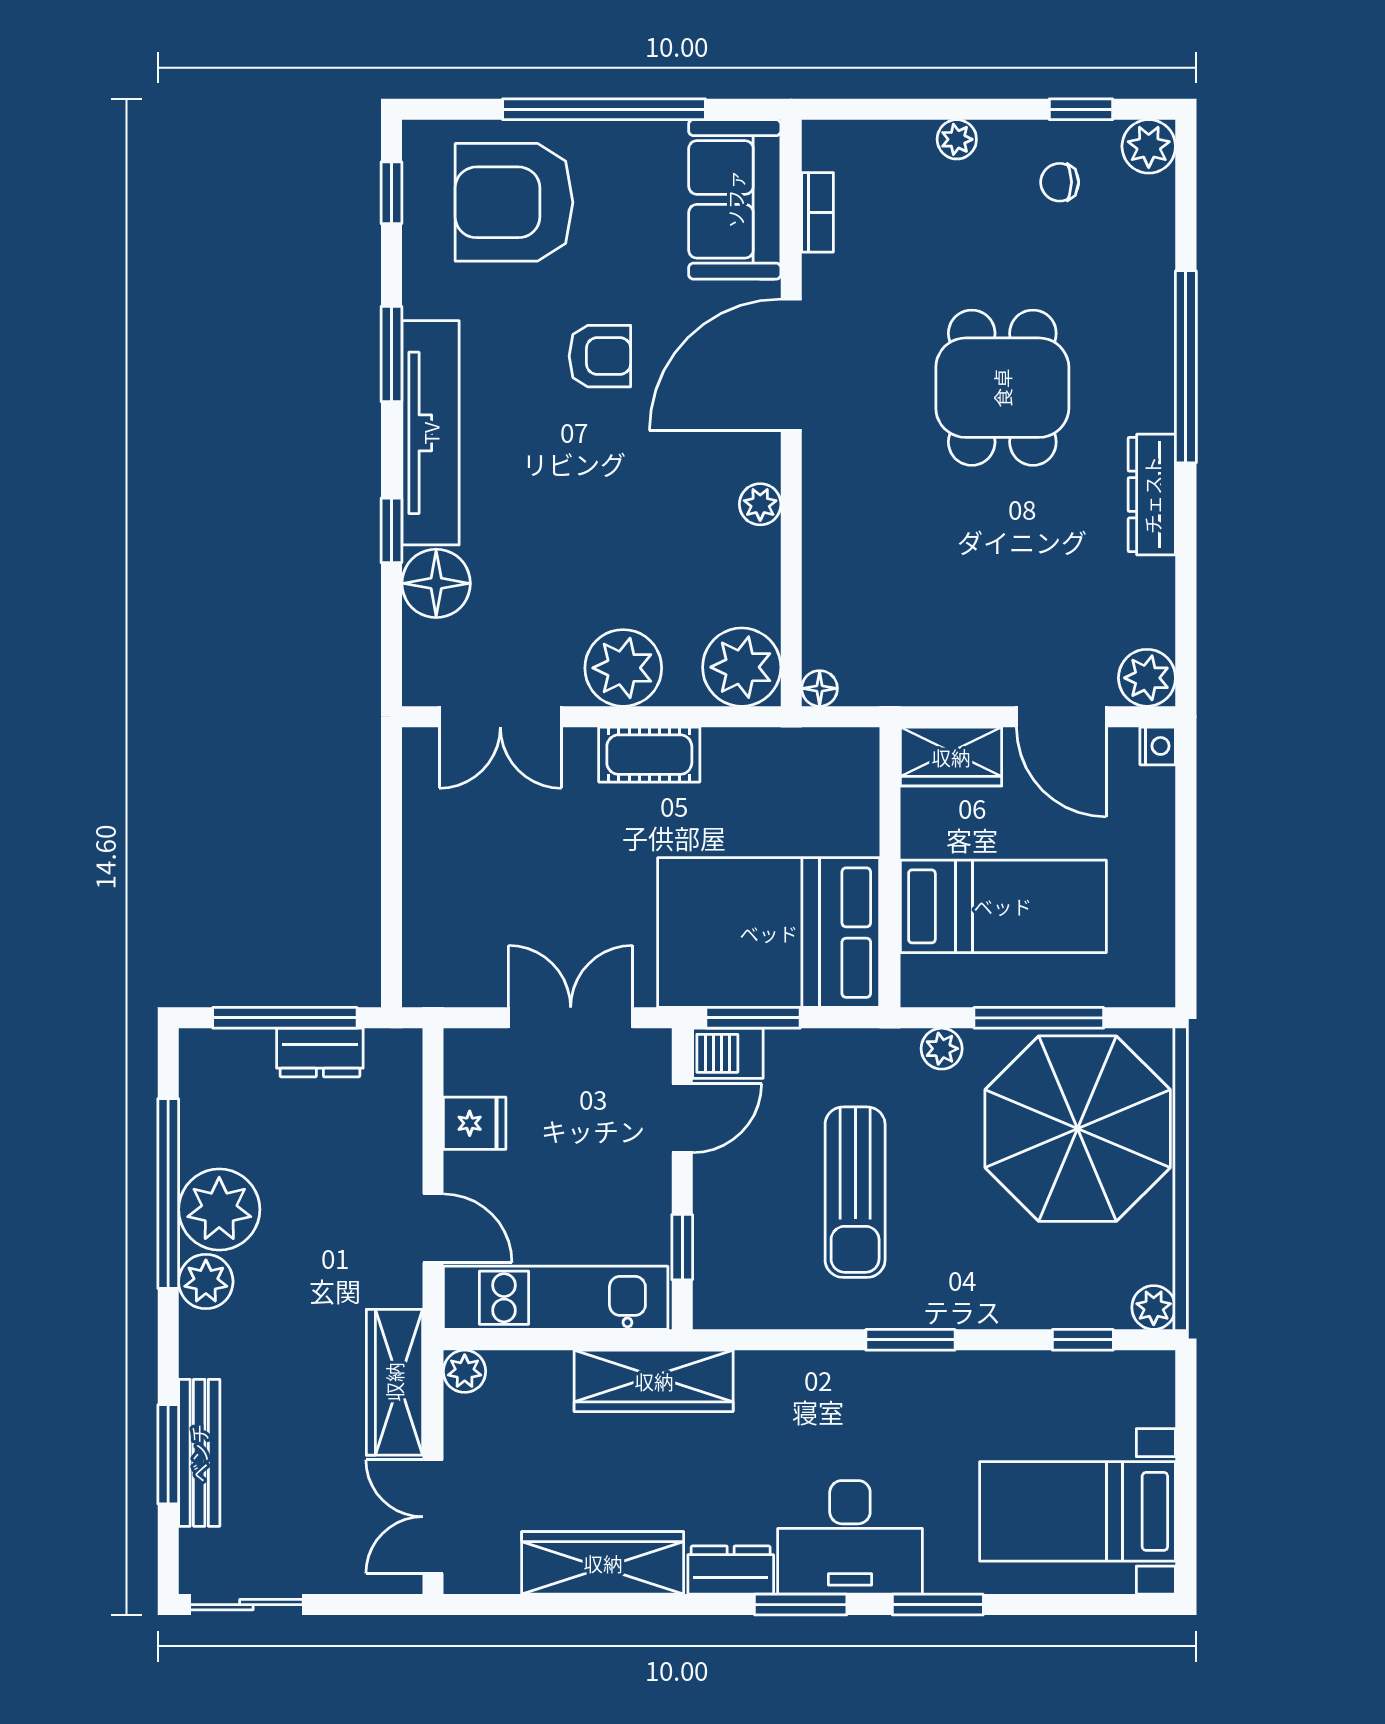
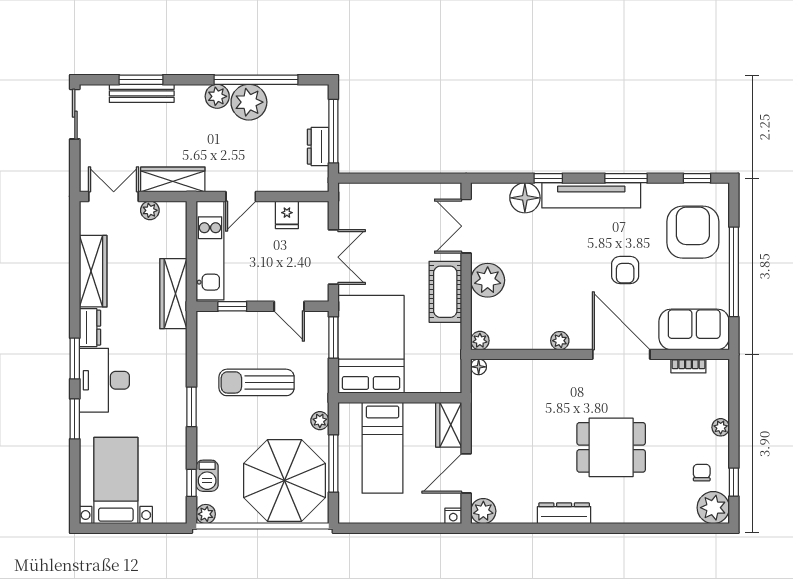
plant: (1149, 146) -> (713, 508), width x1.36, depth x1.36
window: (1186, 367) -> (620, 528), removed
plant: (742, 667) -> (480, 341), width x0.53, depth x0.53
cot: (649, 755) -> (445, 292), width x1.37, depth x1.34
barbecue: (728, 1053) -> (207, 476), moved, turned 180
plant: (465, 1371) -> (150, 210), moved

